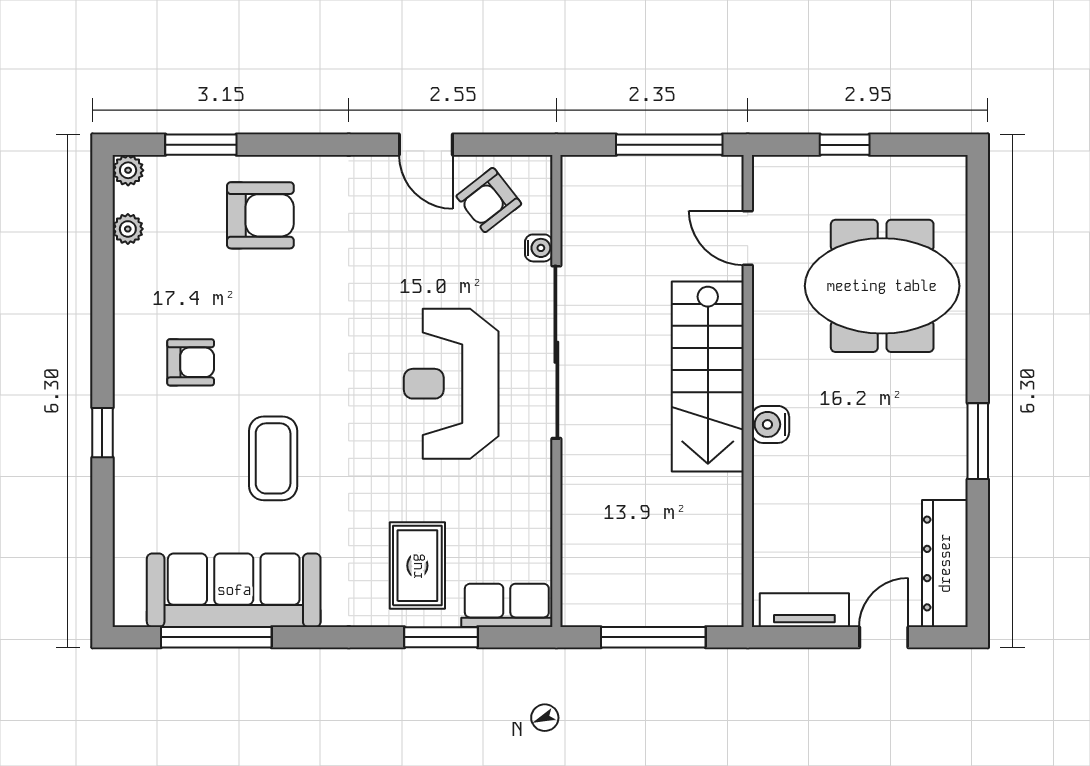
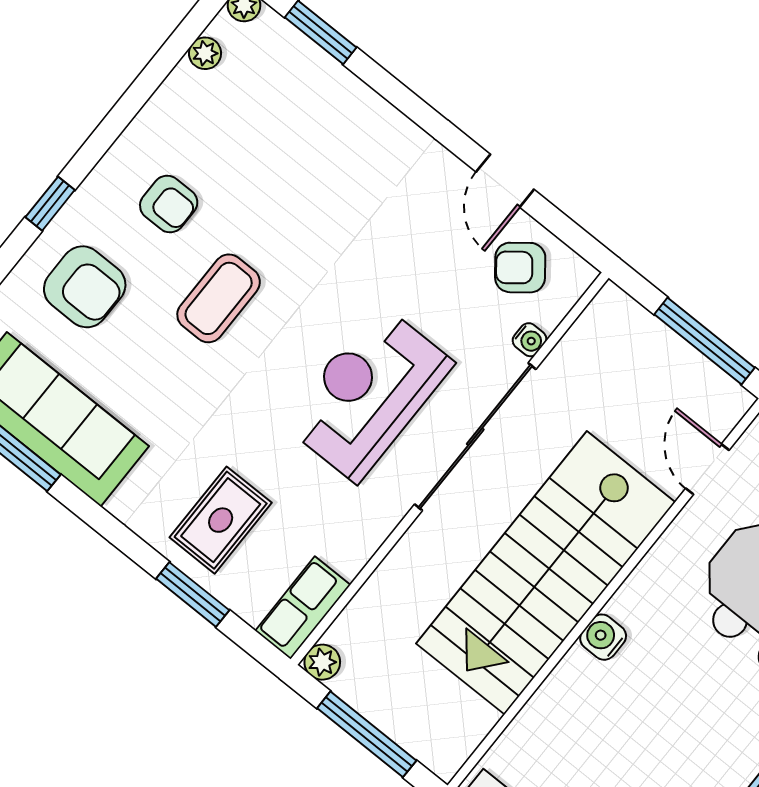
armchair: (260, 215) -> (85, 287), moved
stairs: (708, 376) -> (546, 573), width x1.36, depth x1.51
coffee table: (273, 458) -> (219, 298), moved
row of seats: (507, 605) -> (303, 608), moved, turned -90
plant: (577, 610) -> (322, 662), added

